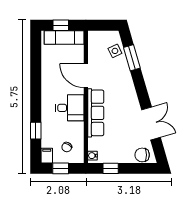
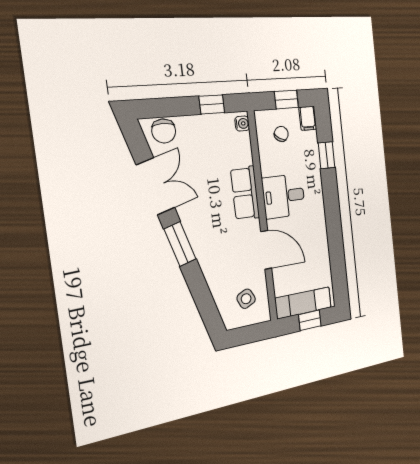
side table: (115, 51) -> (246, 299), moved
window: (132, 58) -> (180, 244), moved
row of seats: (96, 113) -> (245, 193), width x0.68
double door: (151, 124) -> (156, 186), swing flipped
chair: (142, 155) -> (164, 131), turned 90

